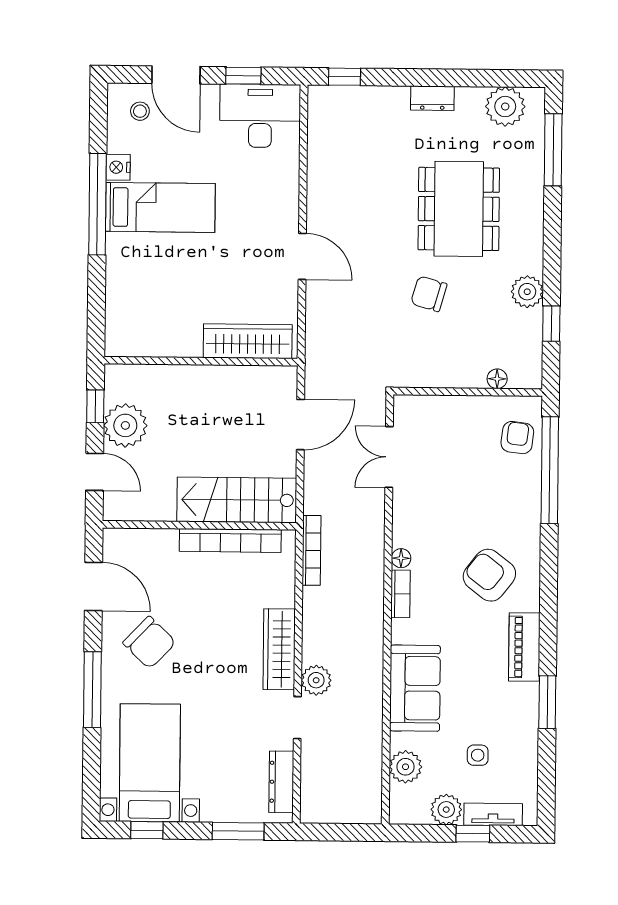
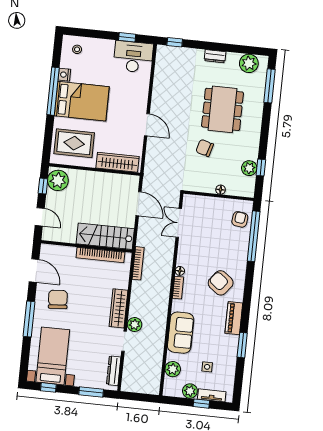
door: (176, 75) -> (96, 34), removed
bed: (160, 207) -> (82, 101), width x1.50
plant: (527, 292) -> (249, 168), moved
rug: (153, 310) -> (74, 143), added
floor lamp: (497, 379) -> (221, 190), moved
plant: (125, 425) -> (58, 180), moved
door: (300, 425) -> (139, 204), hinge flipped
chair: (149, 643) -> (58, 299), turned -138

